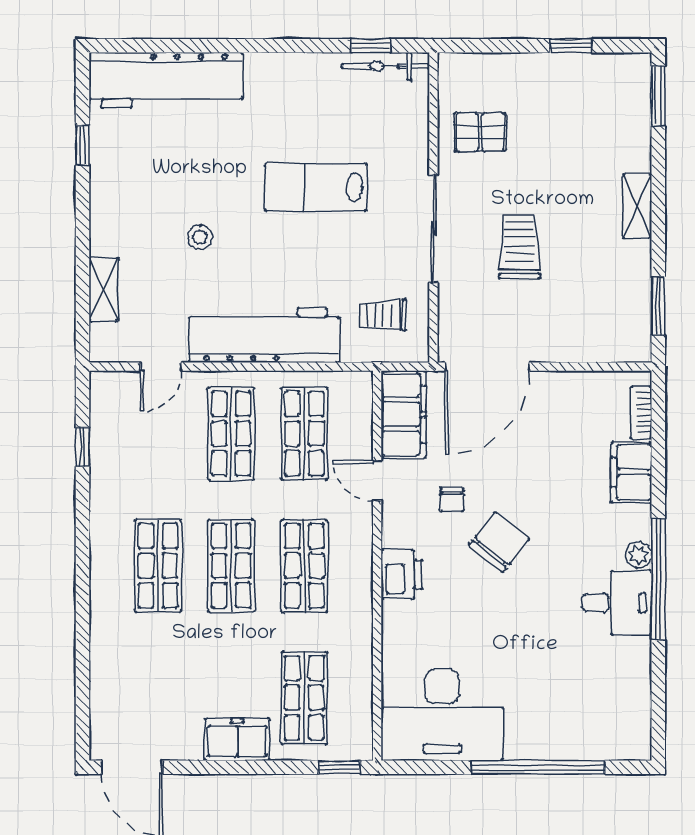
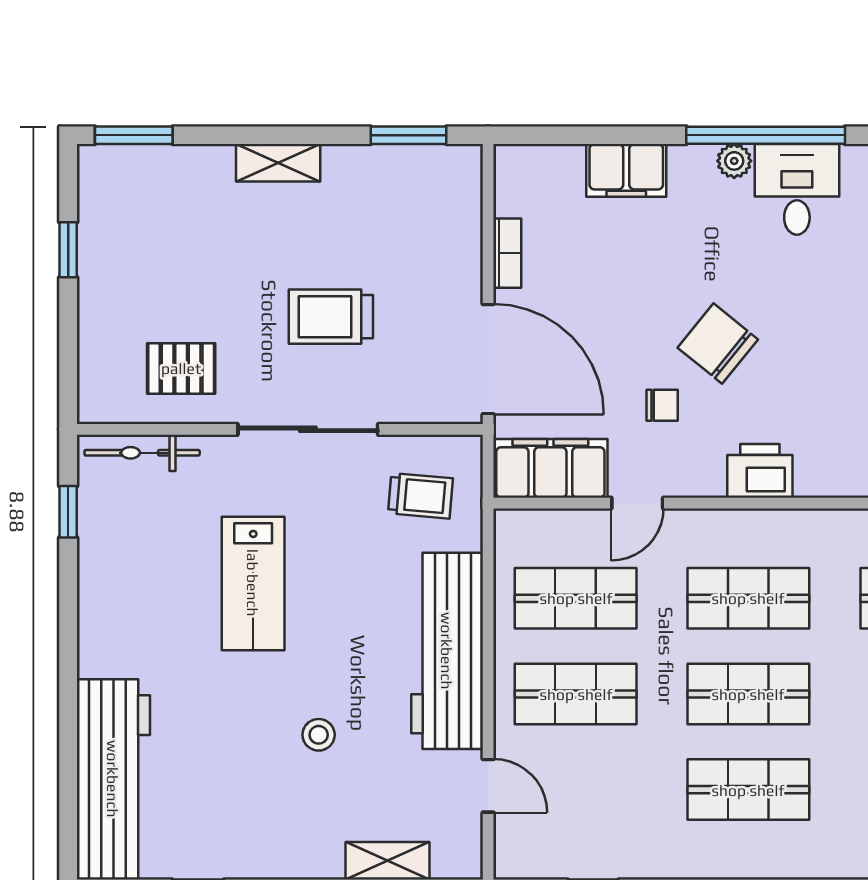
bicycle: (386, 66) -> (142, 453), moved, turned 90
pallet: (480, 132) -> (181, 368), turned 90
trolley: (383, 315) -> (420, 496), turned -85
bookcase: (641, 413) -> (507, 253), moved, turned -90

